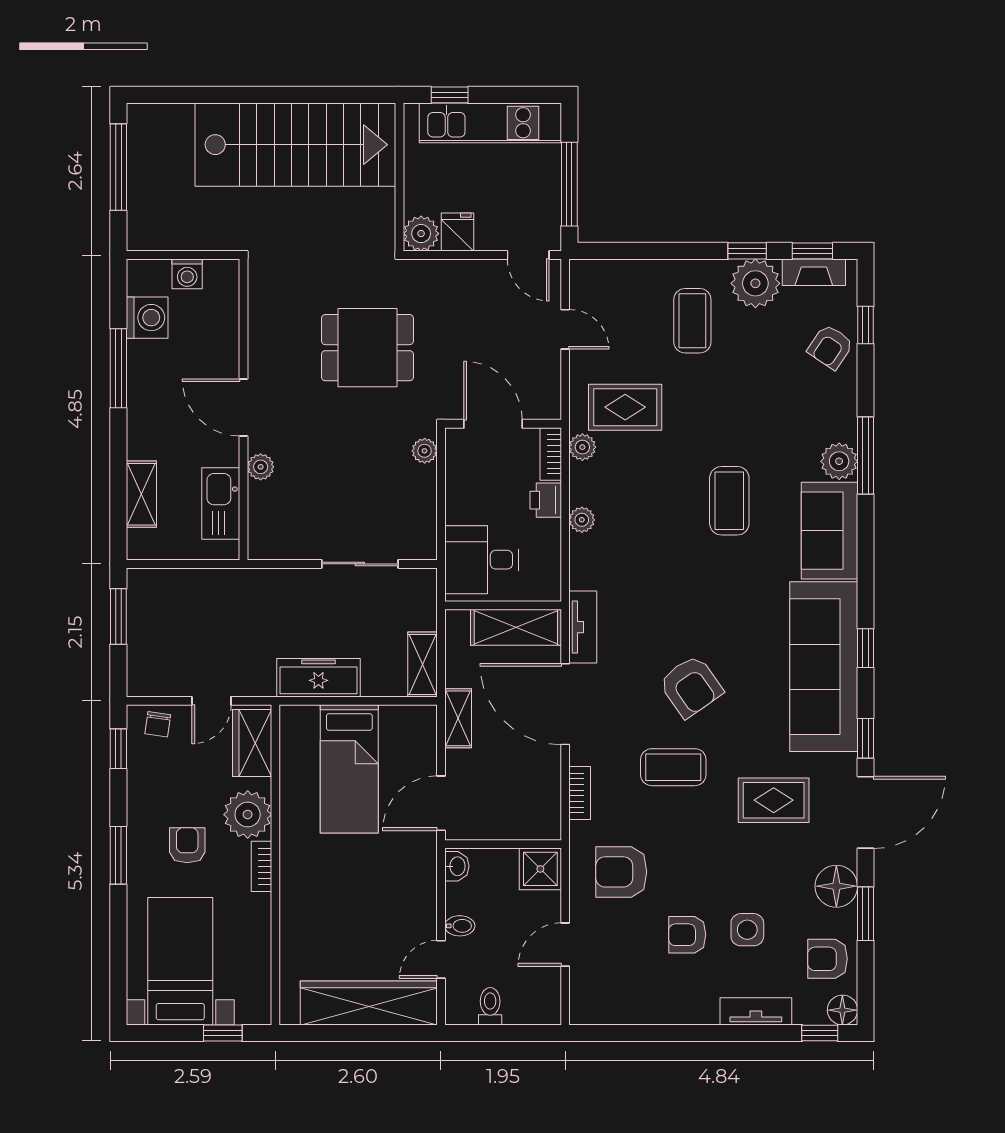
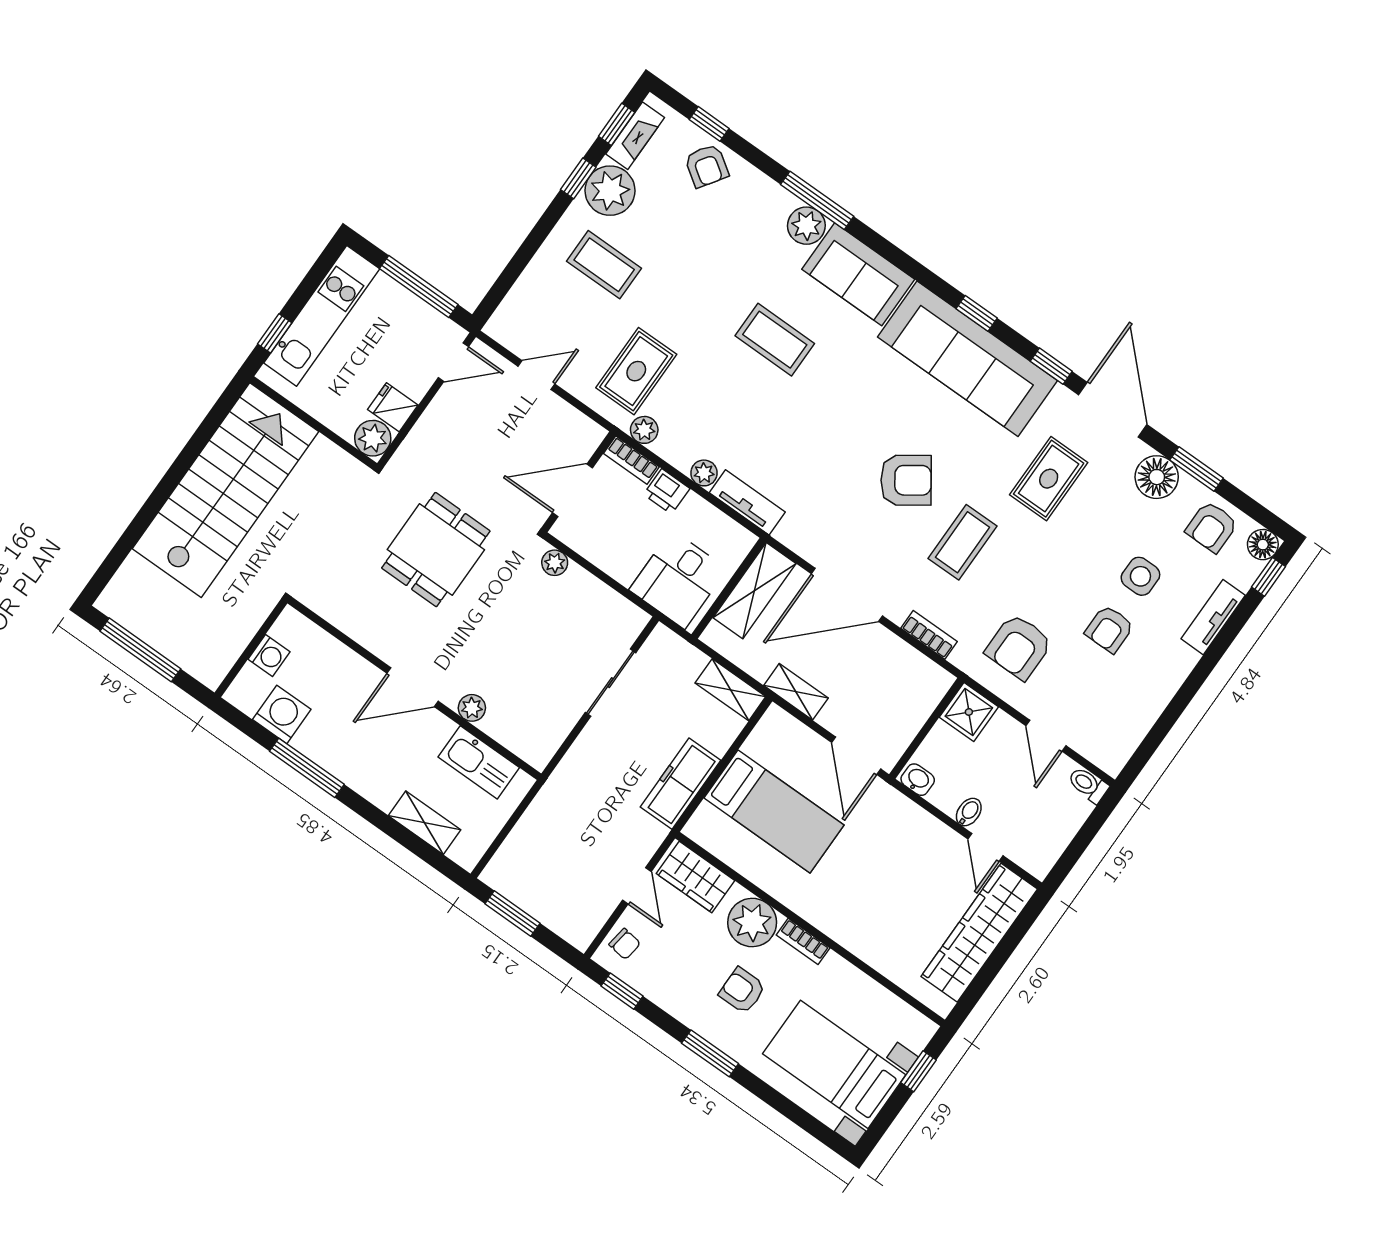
tv unit: (583, 627) -> (747, 502), moved
toilet: (490, 1006) -> (1088, 785), moved

